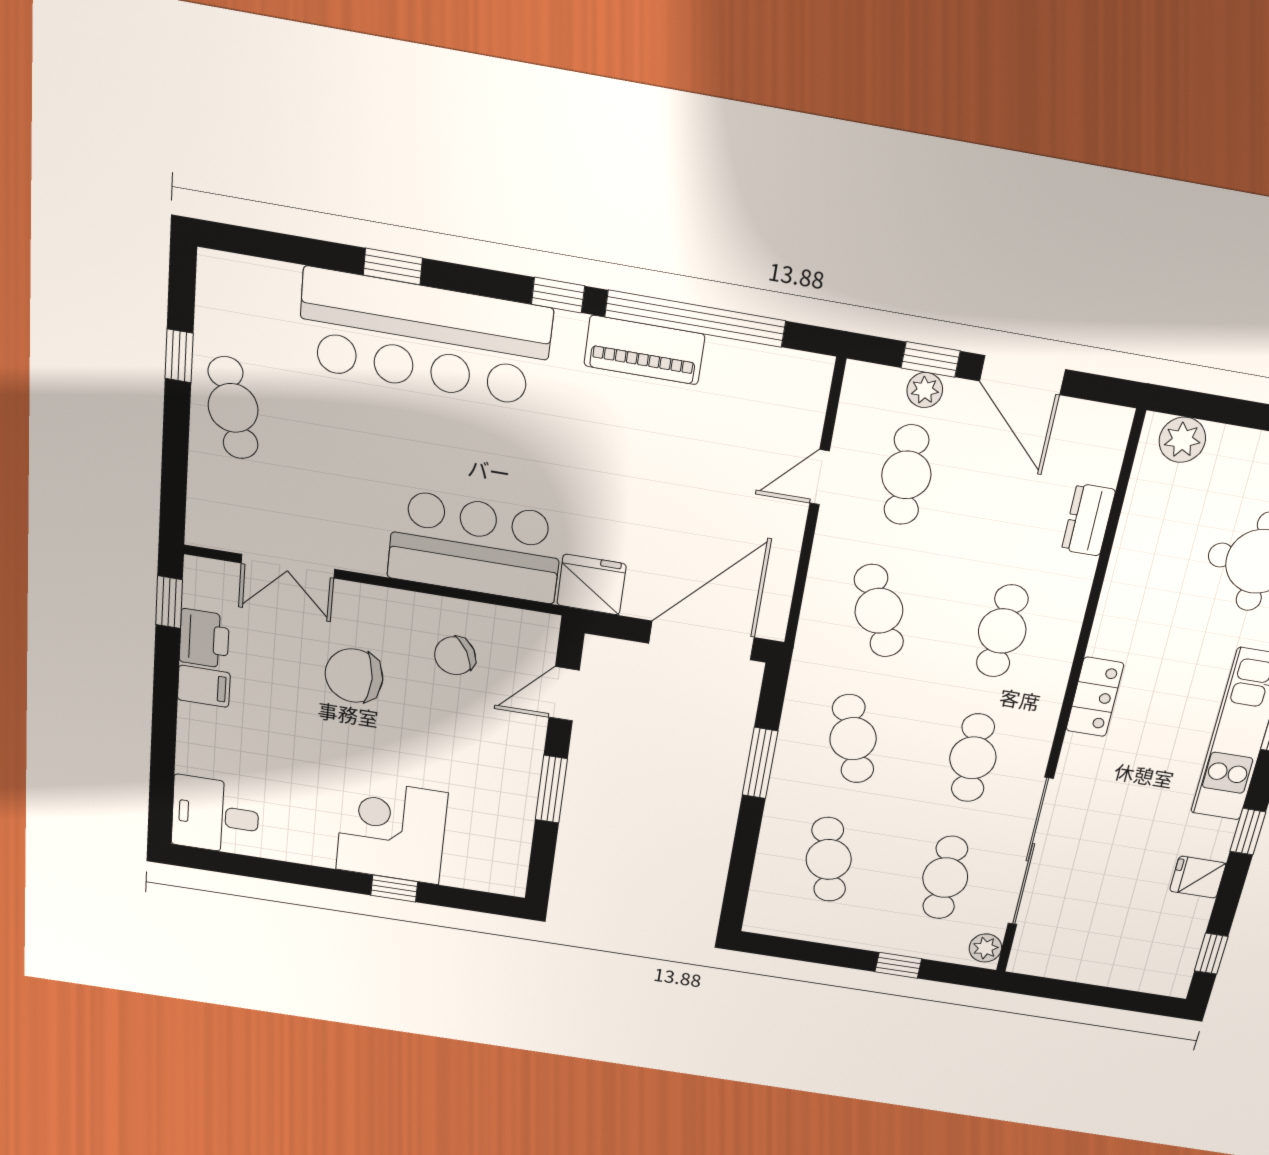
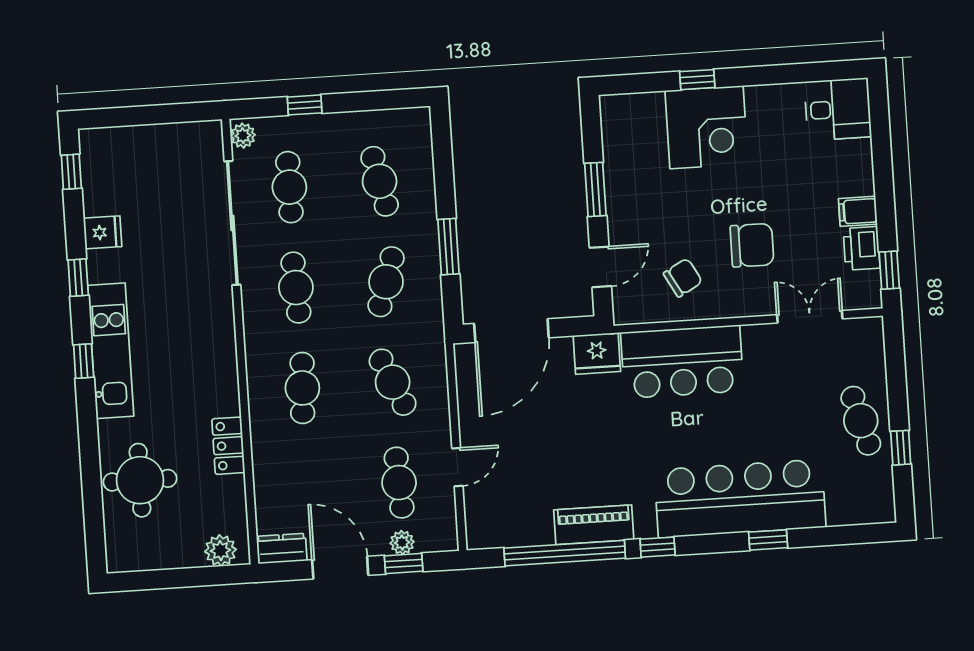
dresser: (1088, 520) -> (282, 549), moved, turned -90
locker: (1095, 697) -> (228, 446), moved
cafe table: (853, 739) -> (386, 282), turned 36

